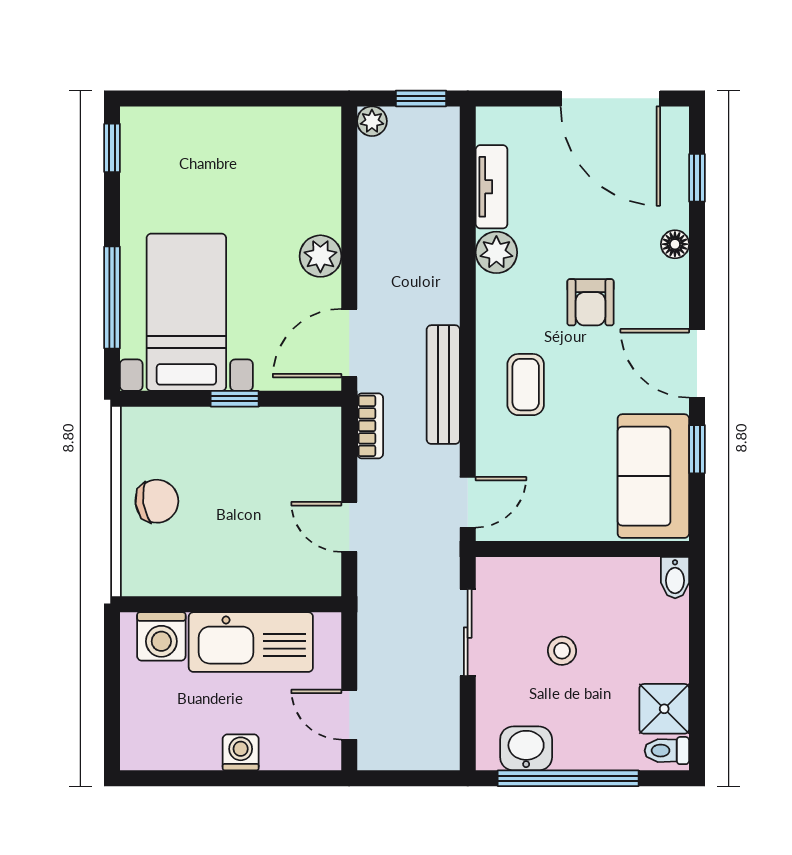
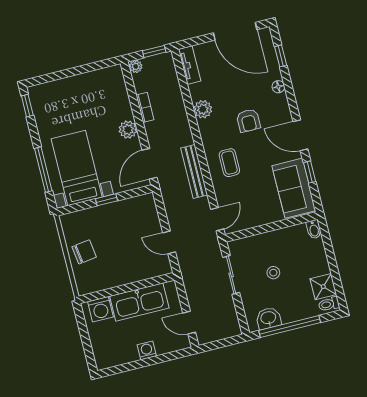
tv unit: (492, 187) -> (190, 65), moved
bookcase: (370, 426) -> (145, 107), moved

